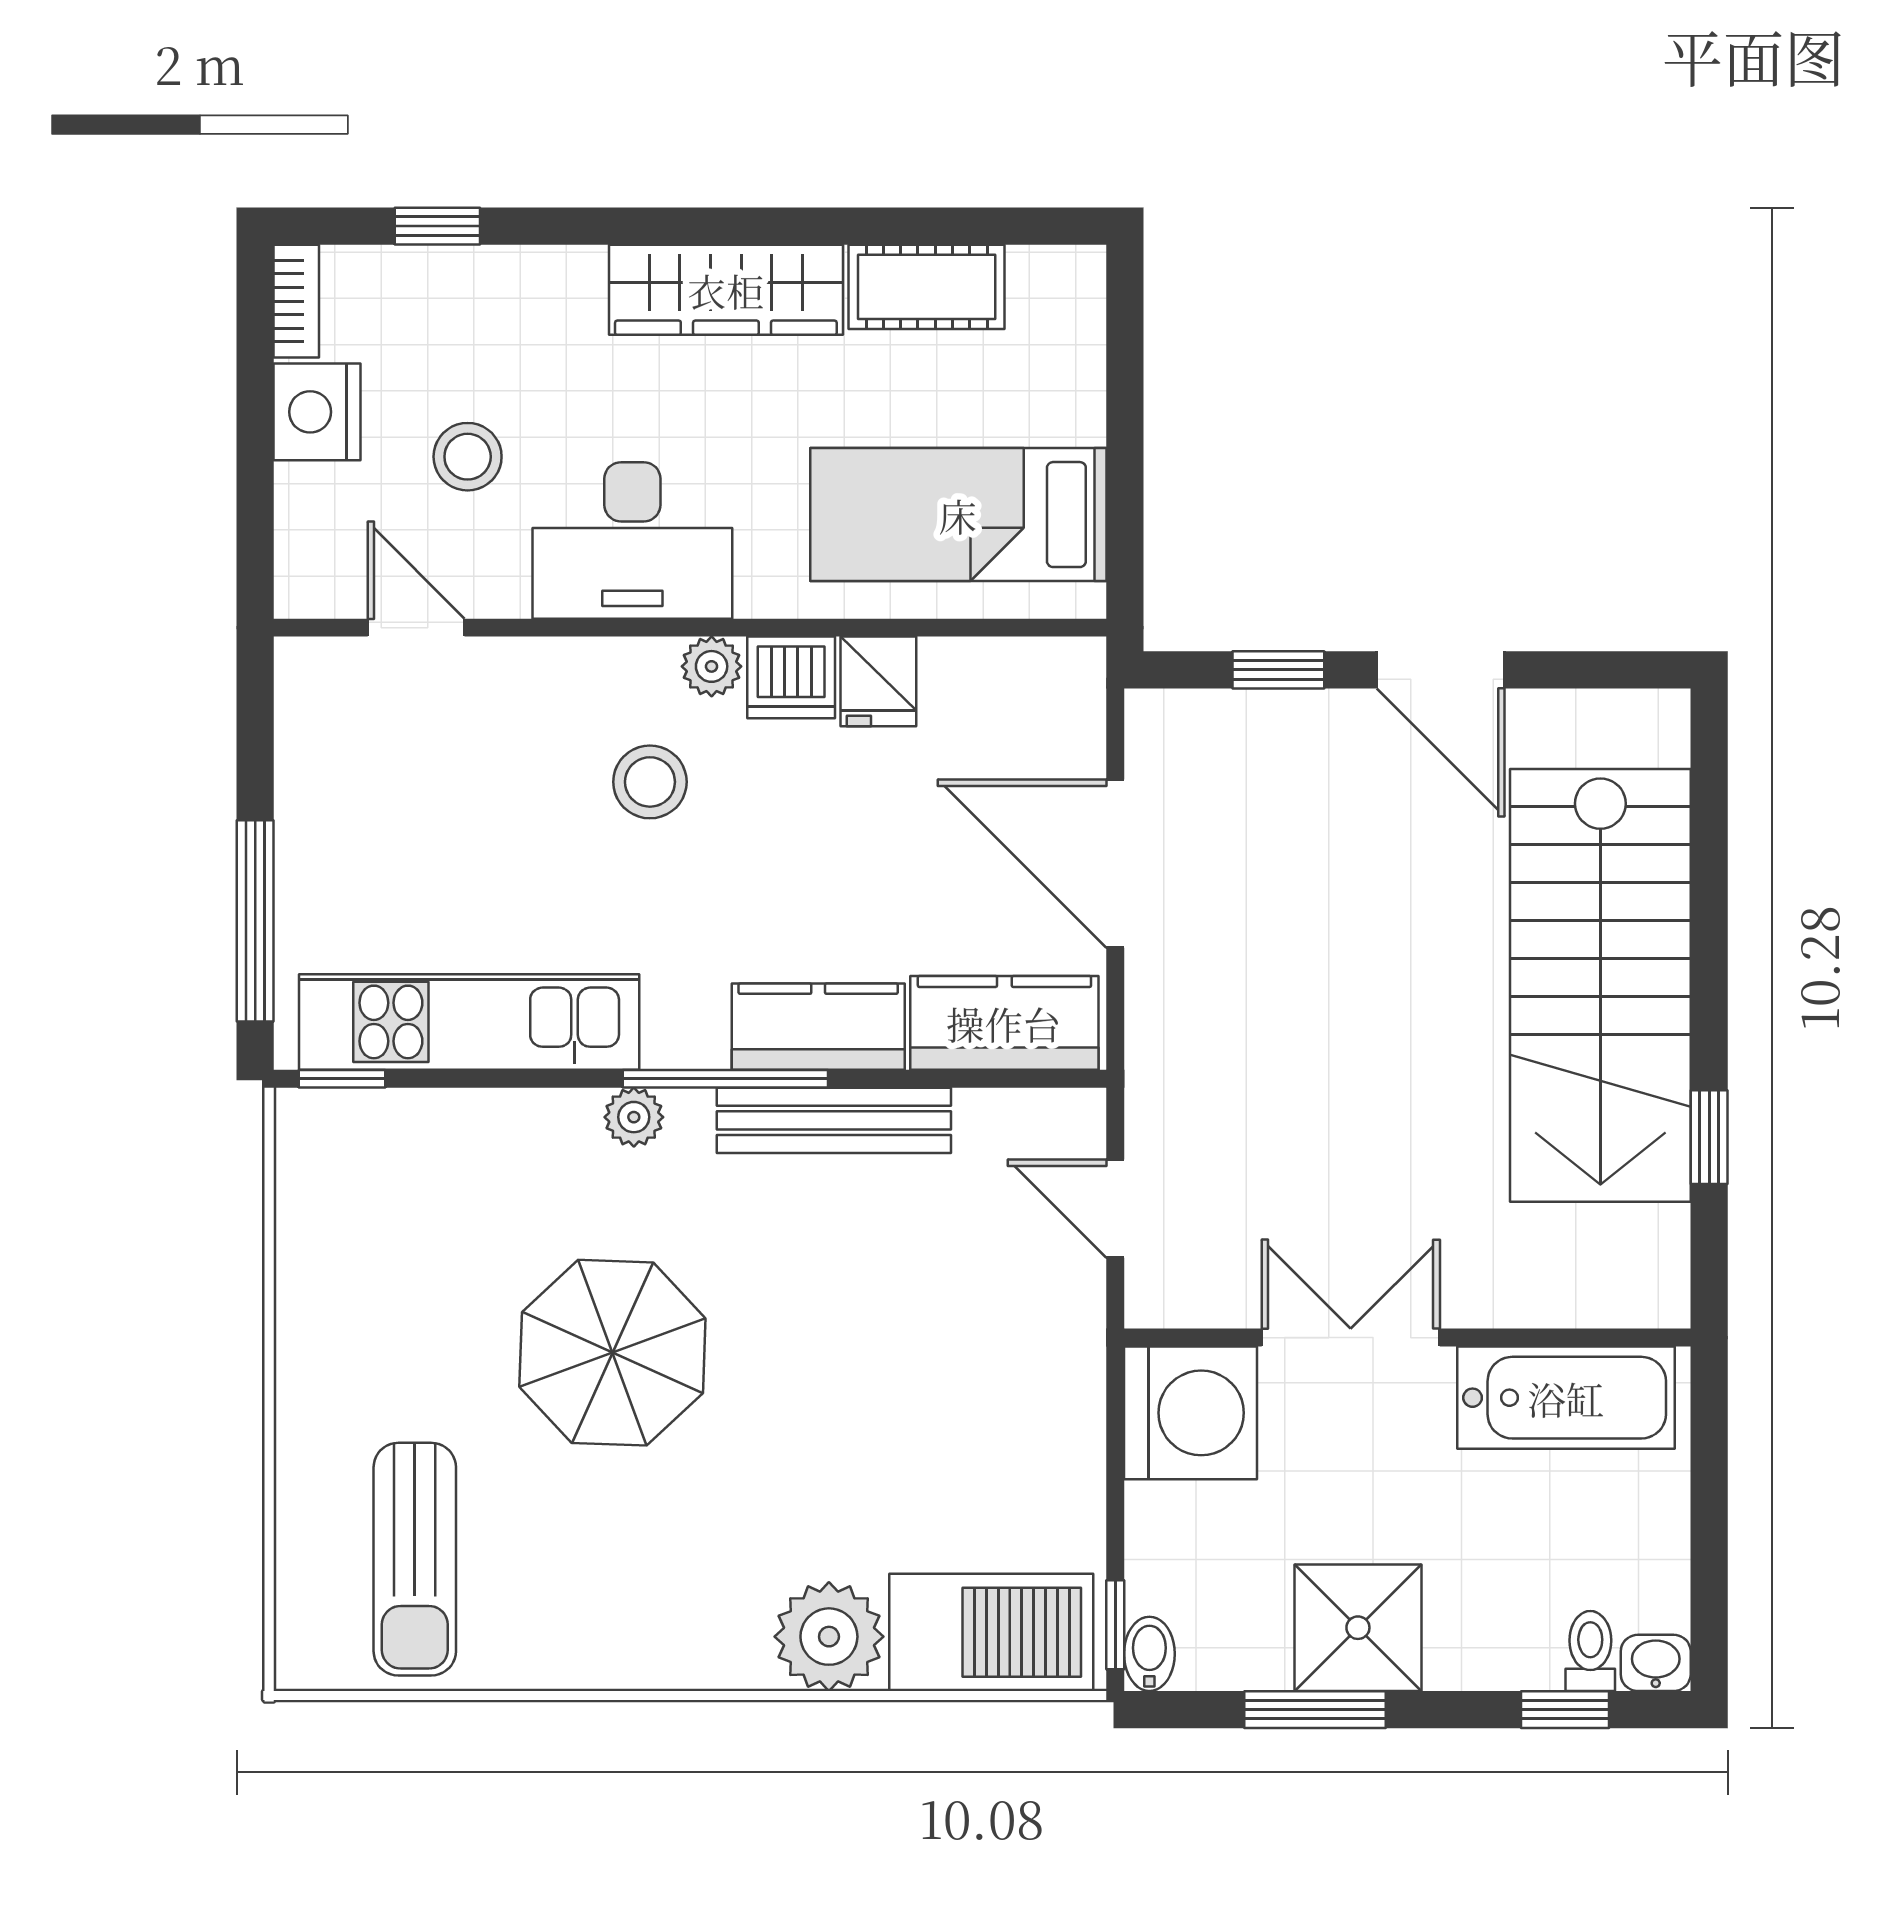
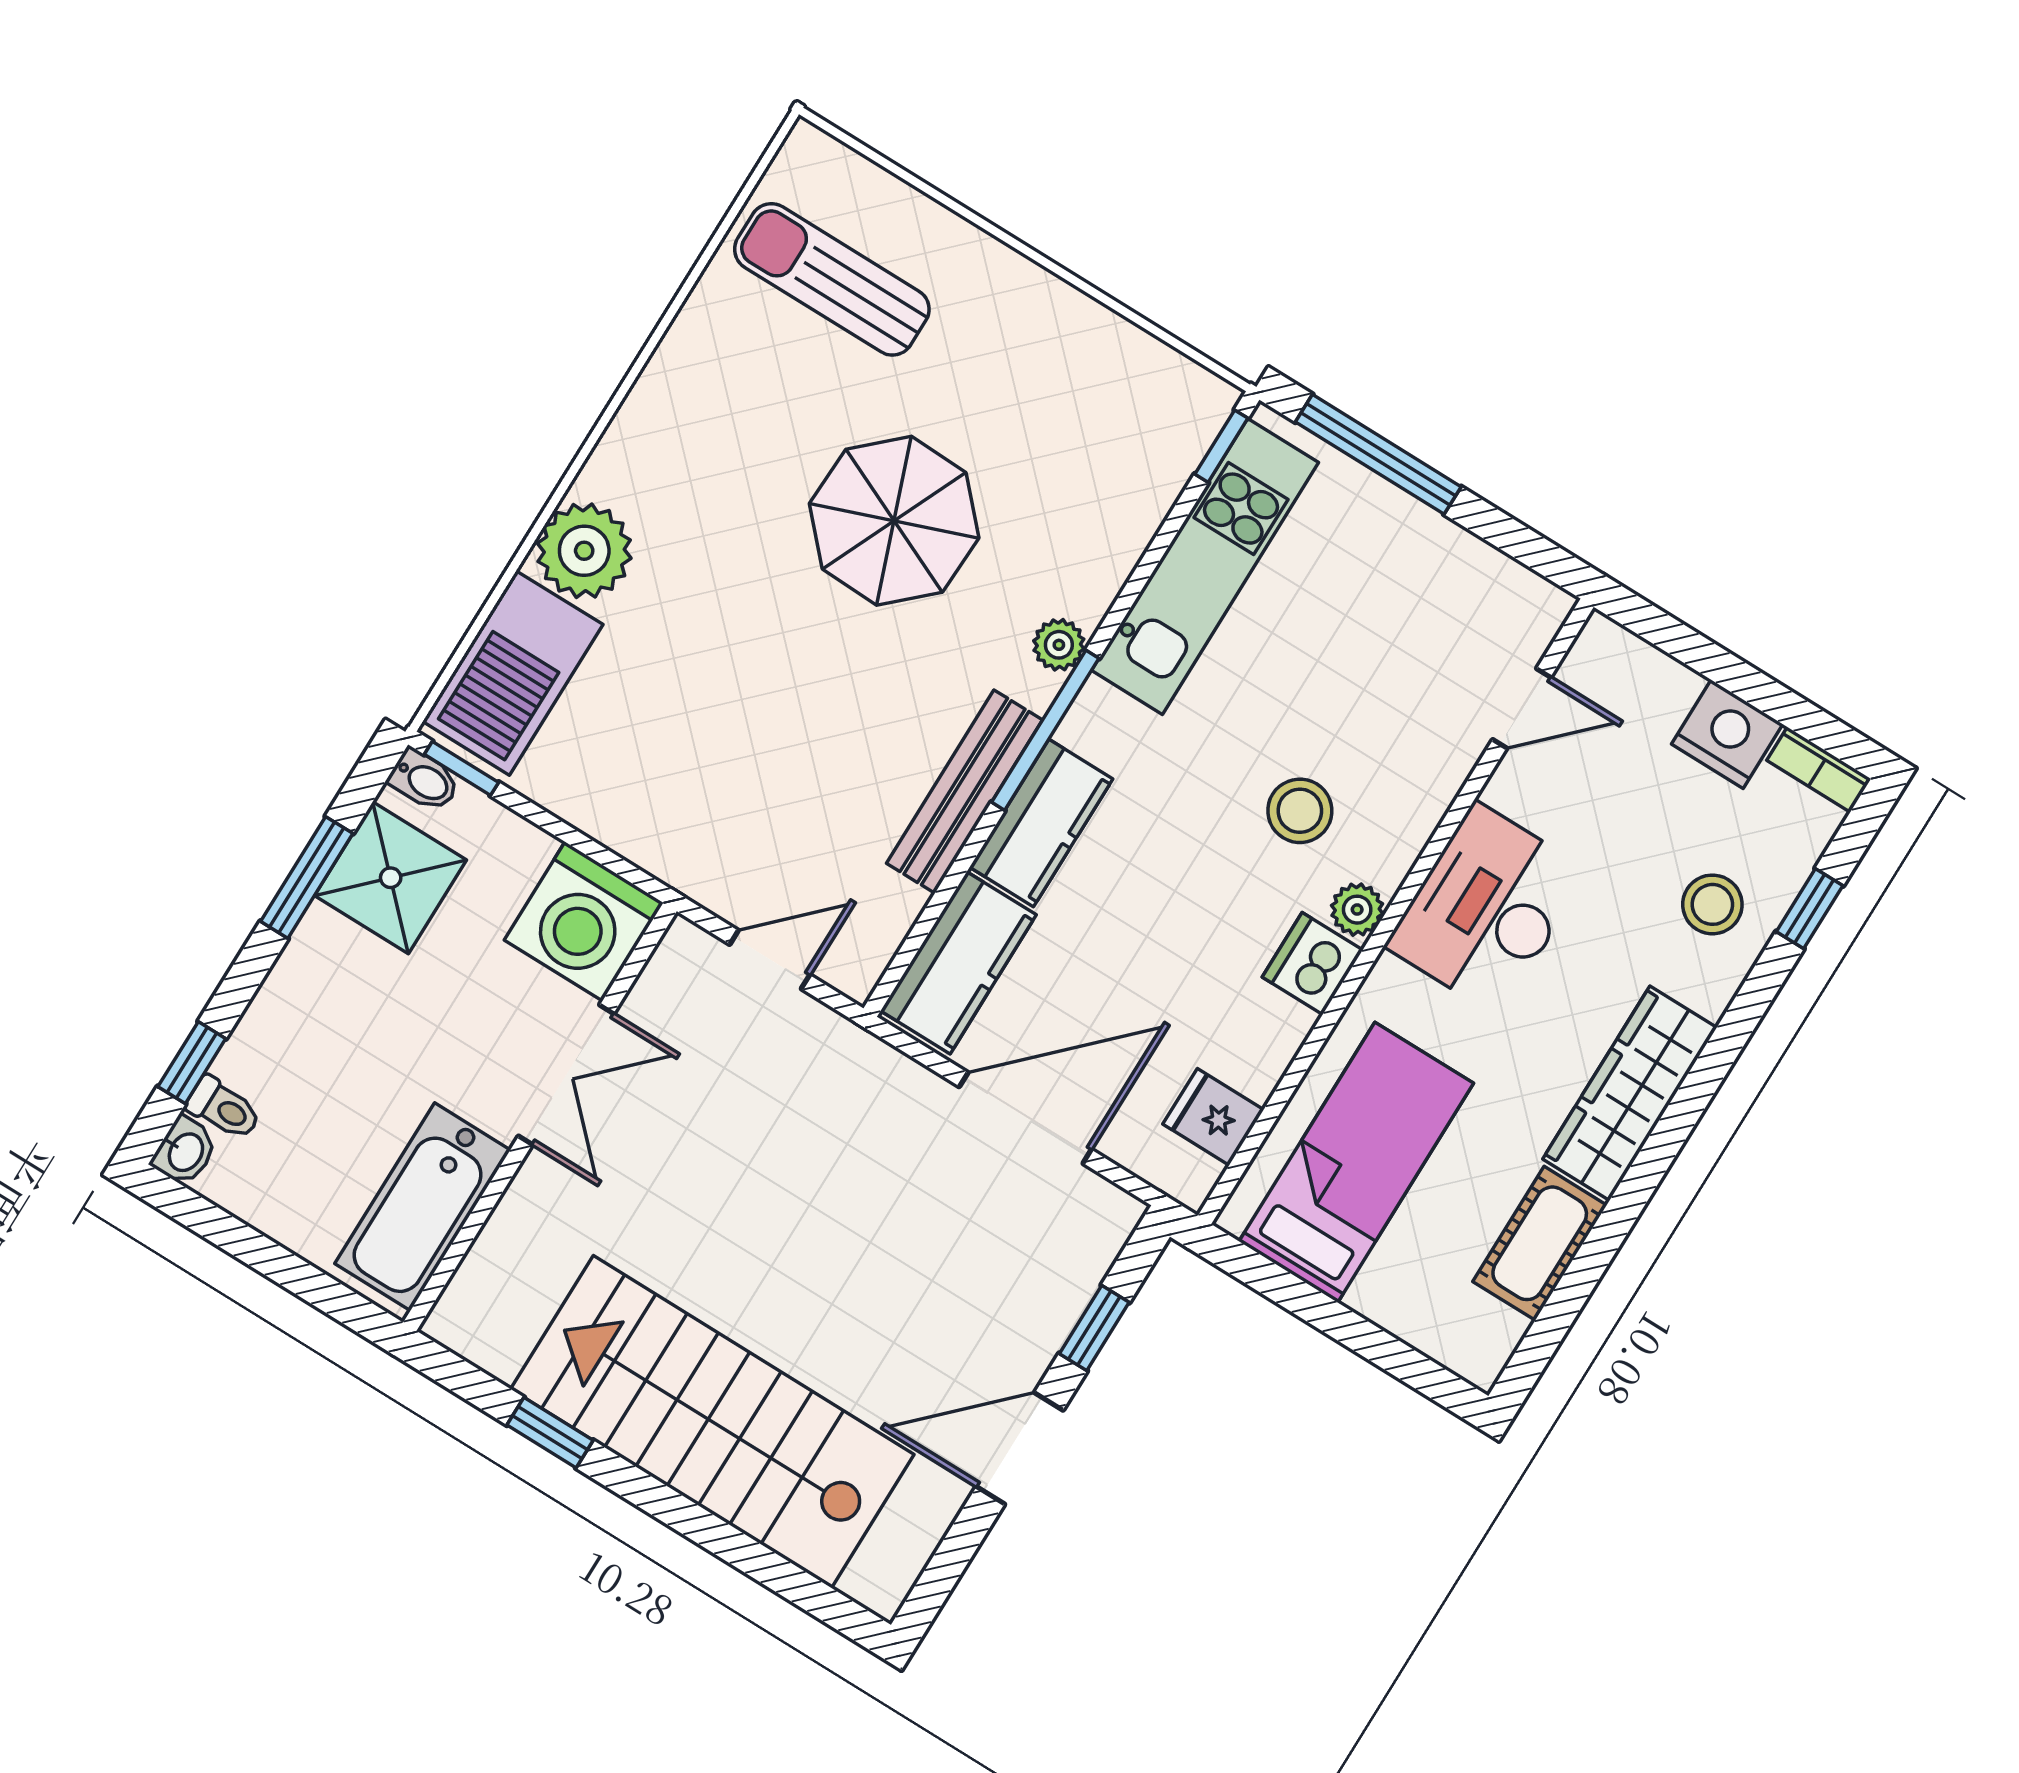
stool: (468, 457) -> (1712, 904), moved
fridge: (878, 681) -> (1213, 1117), moved
shower: (1358, 1628) -> (391, 878), moved

